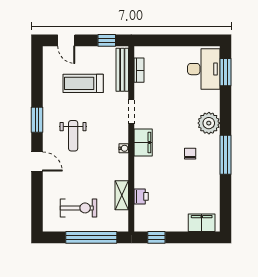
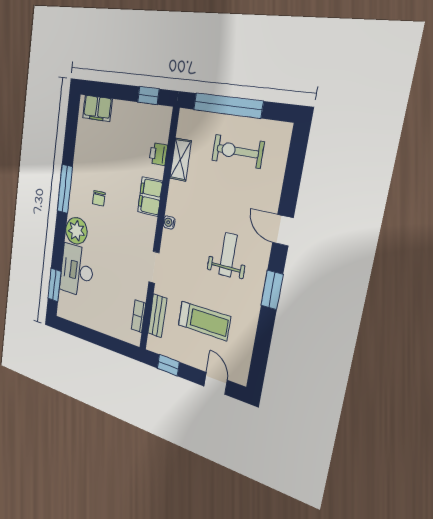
desk: (204, 69) -> (77, 270), moved
bench: (122, 70) -> (157, 316), width x0.73
filing cabinet: (143, 143) -> (150, 197), moved

